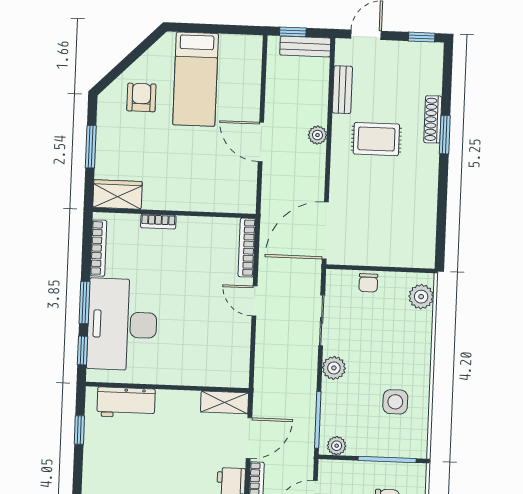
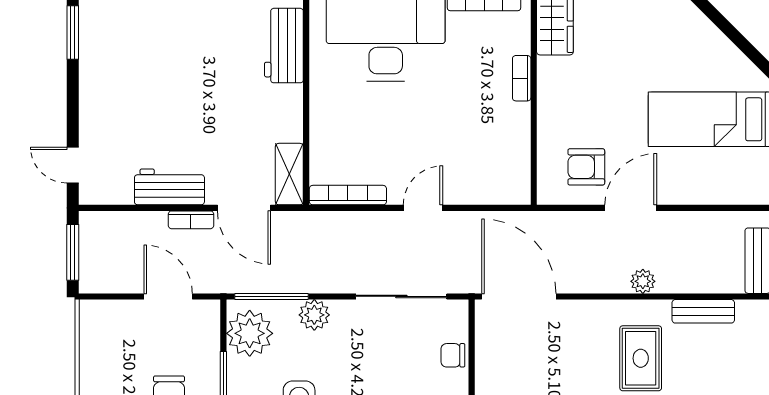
armchair: (141, 97) -> (586, 167), moved, turned 180
bookcase: (247, 248) -> (348, 195), moved
sliding door: (322, 320) -> (401, 296), width x1.37
plant: (334, 368) -> (314, 315), moved
plant: (337, 446) -> (250, 333), width x1.87, depth x1.87

